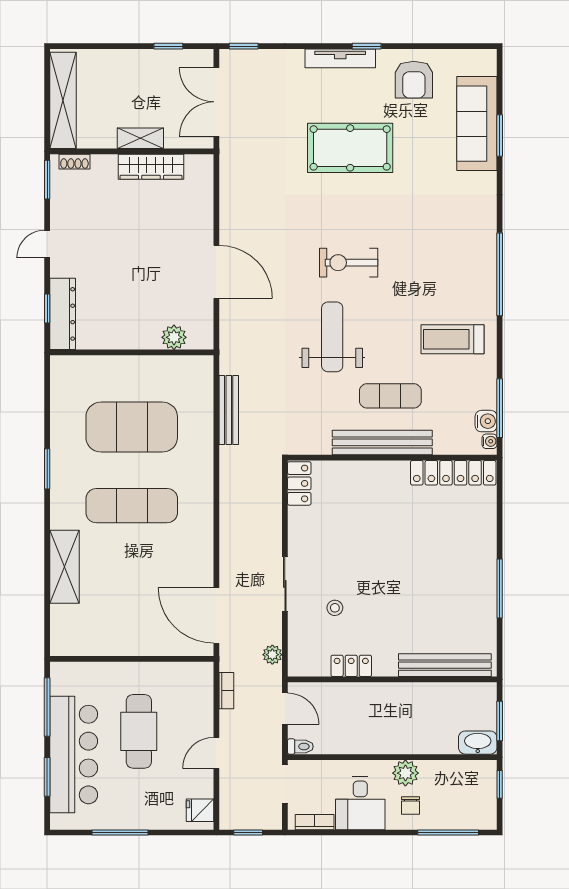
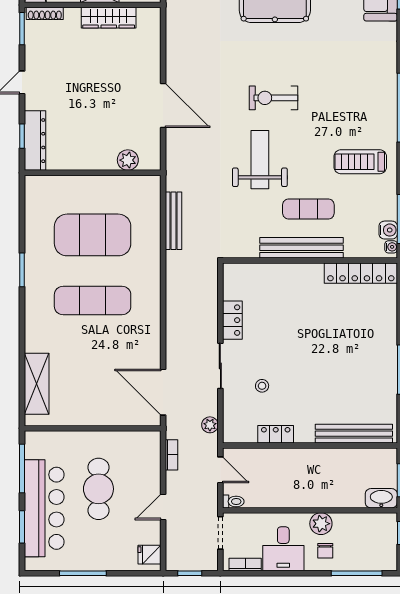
shoe rack: (74, 162) -> (45, 13), width x1.43
locker: (299, 483) -> (232, 320), moved
shelving: (65, 567) -> (37, 384), moved

